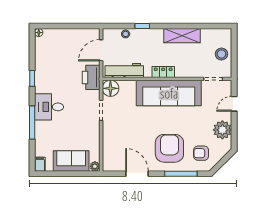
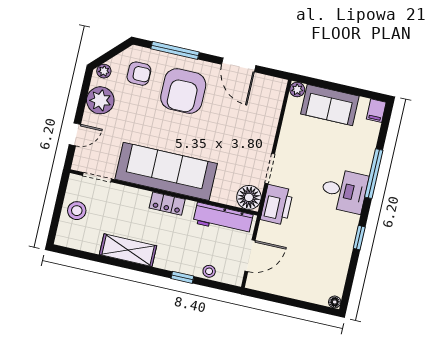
printer: (91, 77) -> (277, 205), moved
plant: (224, 150) -> (104, 71), added

